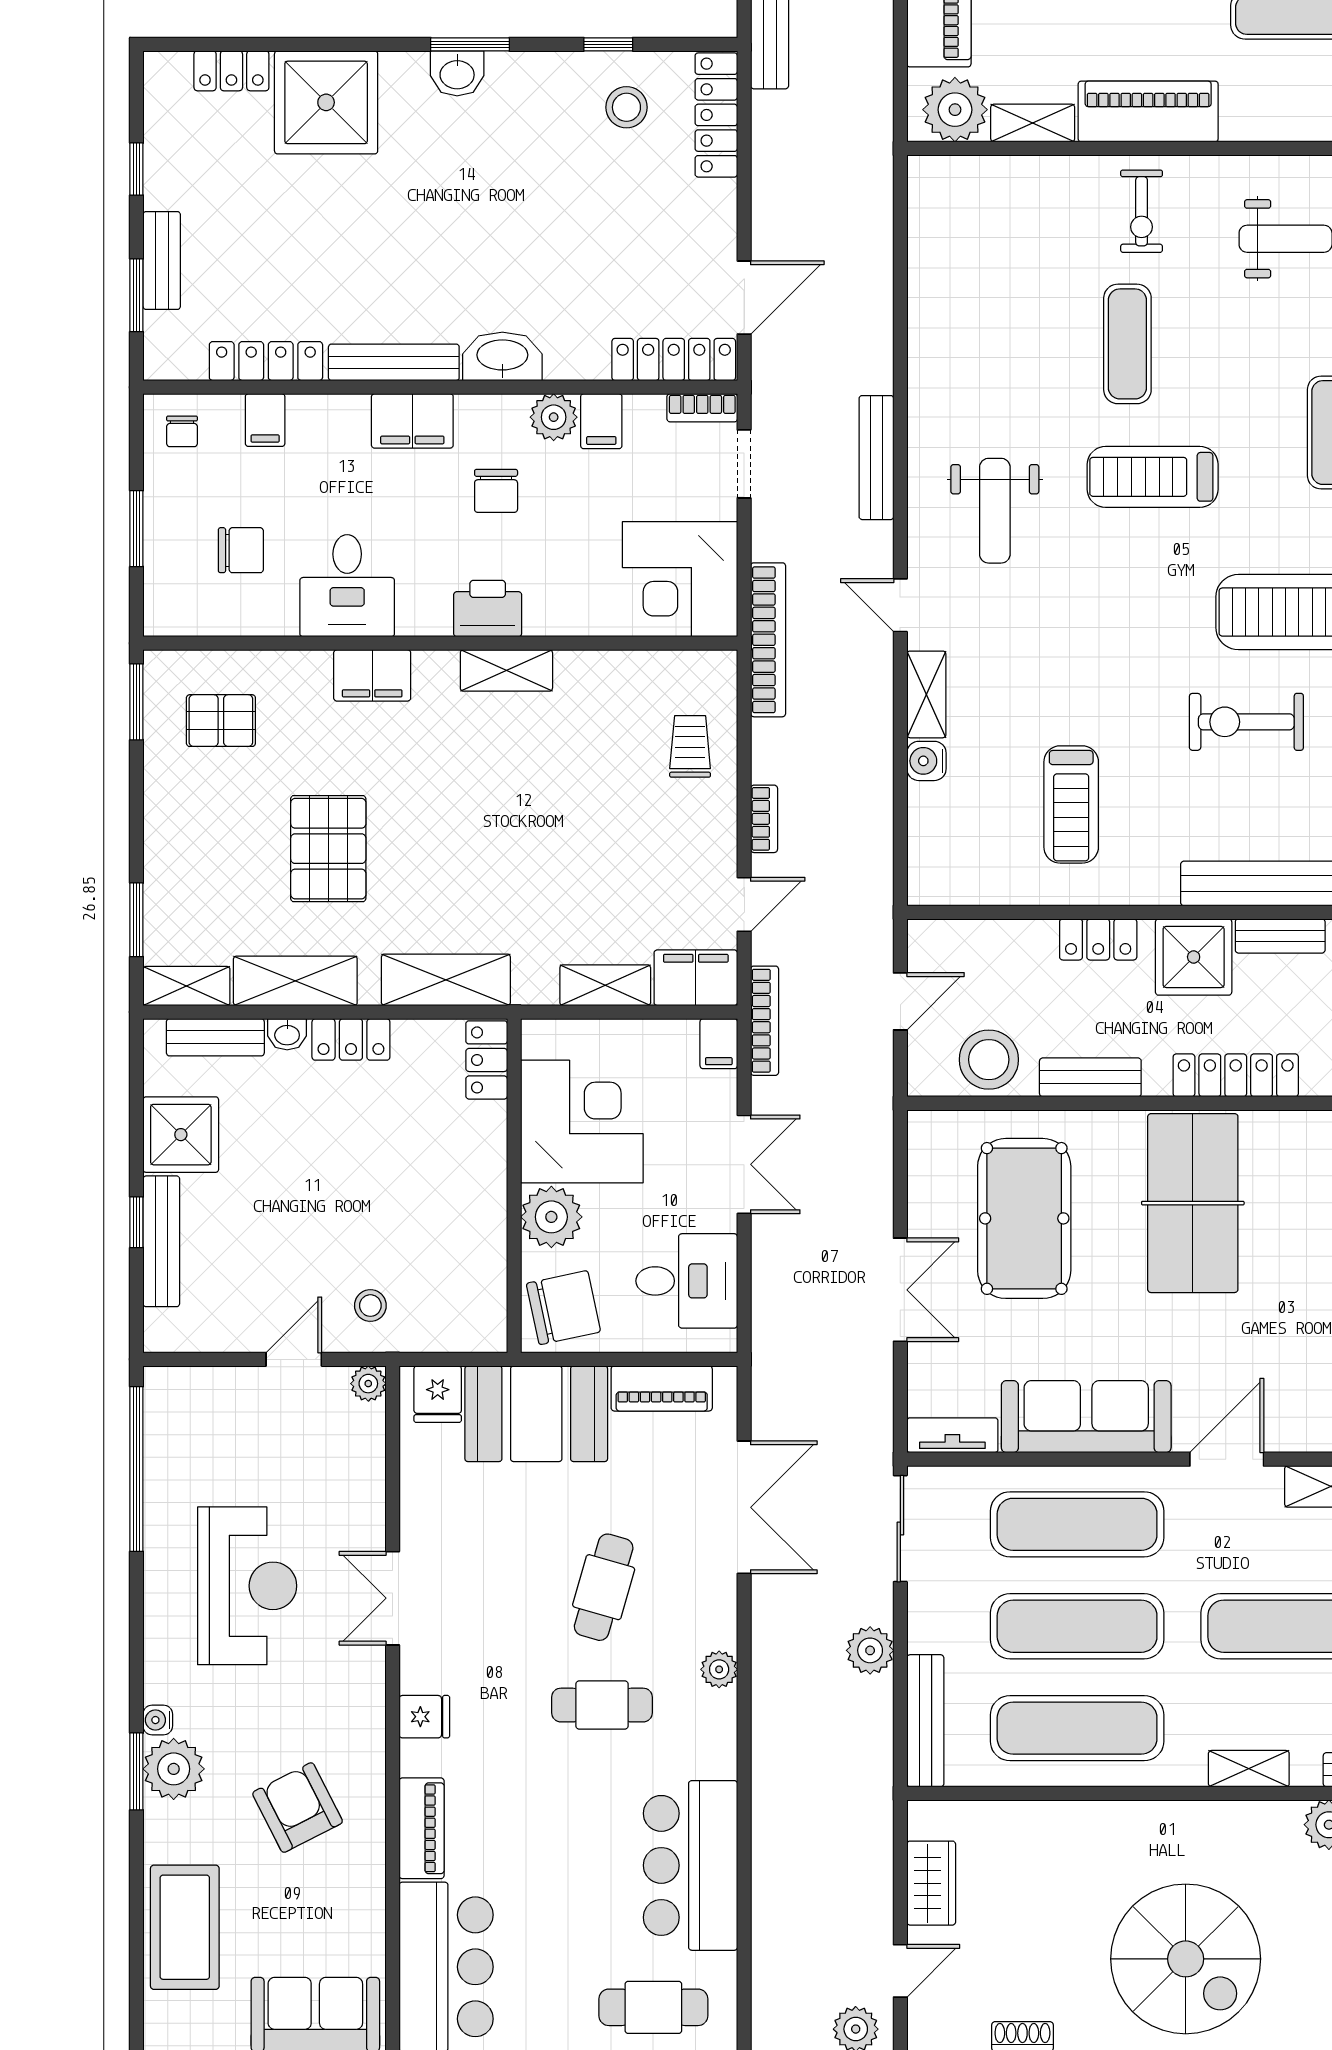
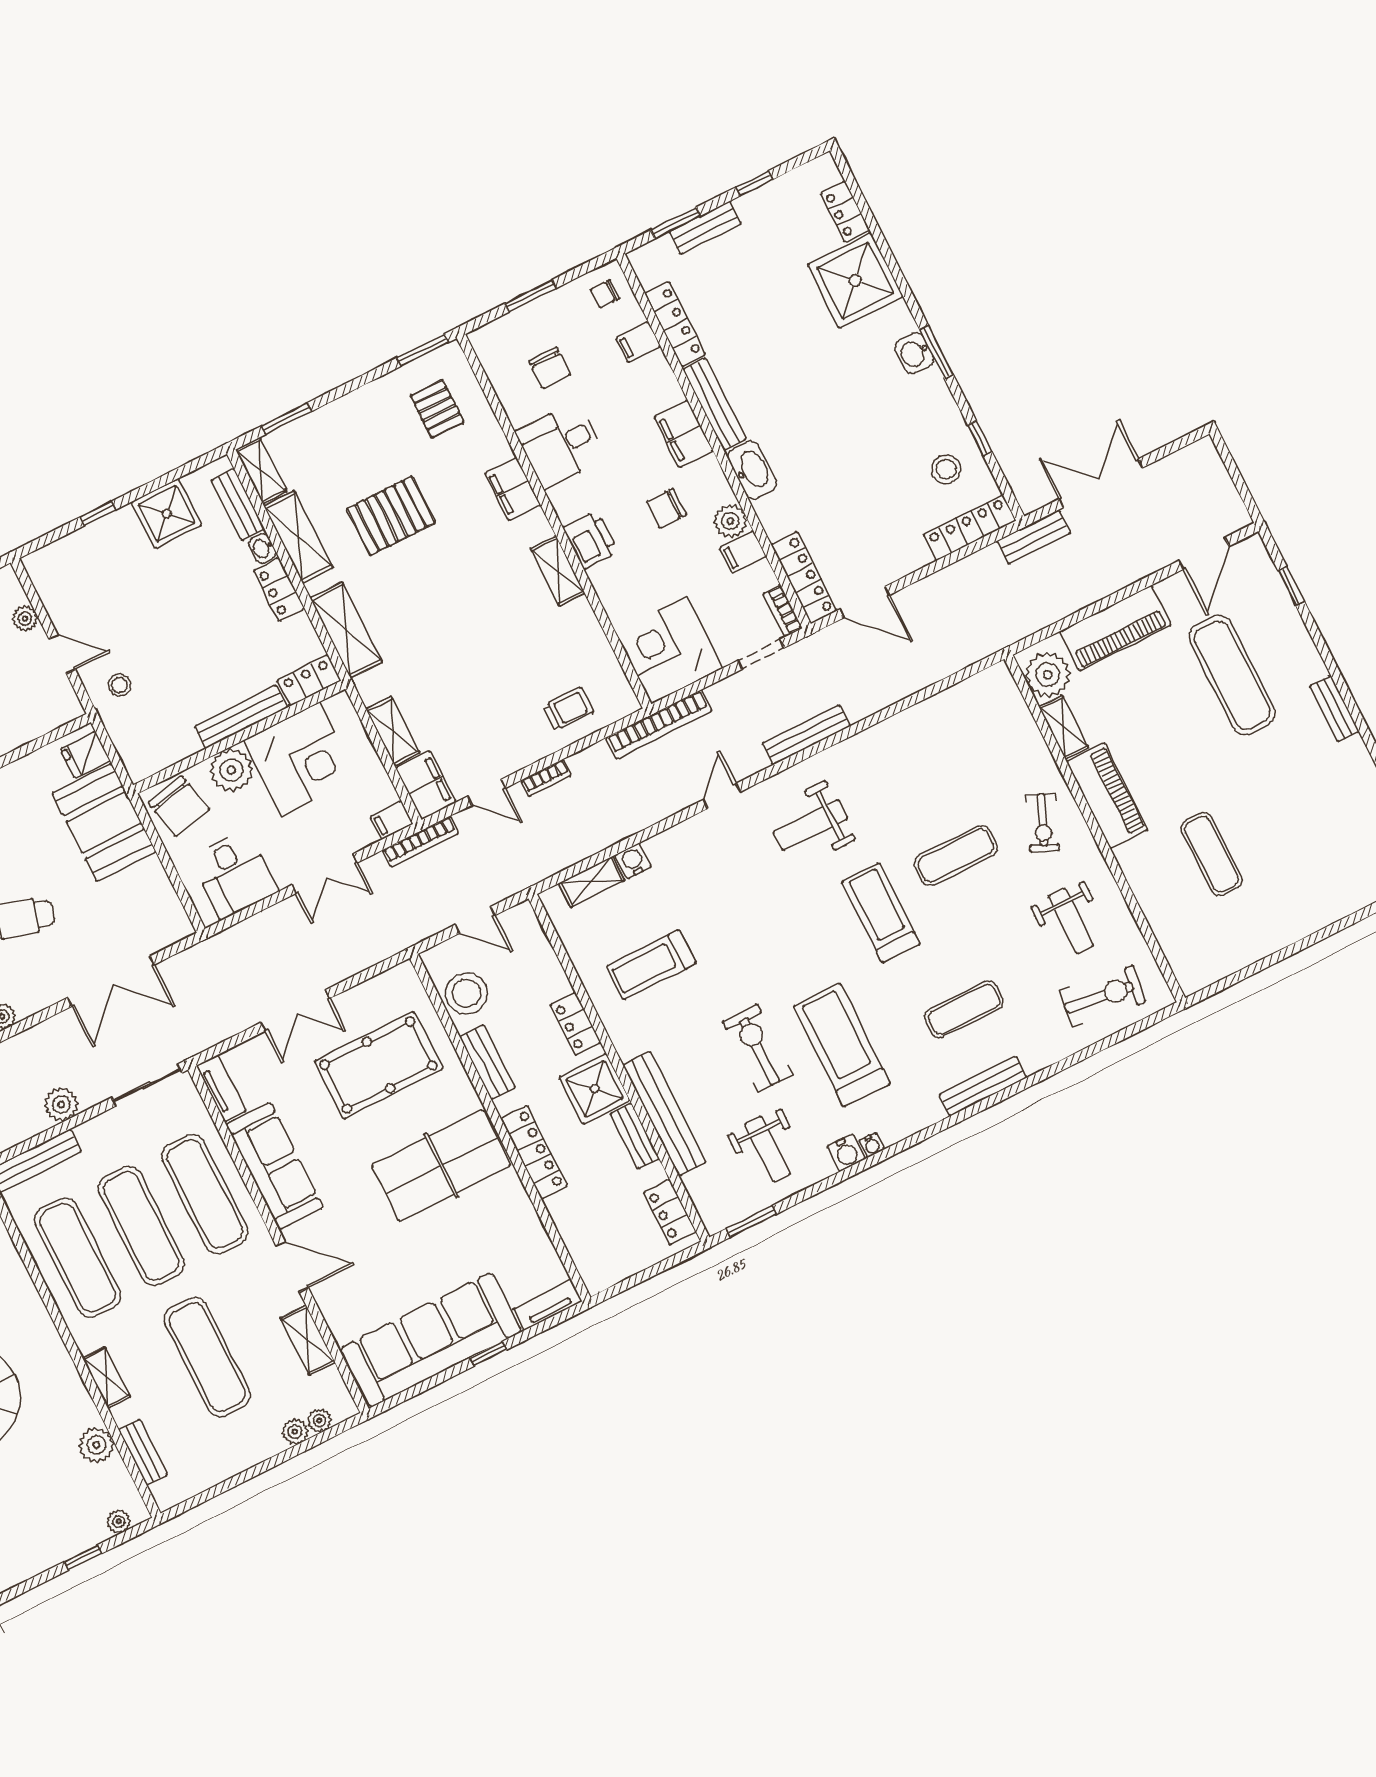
exercise bike: (1142, 211) -> (1043, 823), turned -67
shelving: (926, 694) -> (592, 882), moved
bench: (161, 1241) -> (241, 717), moved
plant: (368, 1384) -> (25, 618), moved
piano: (662, 1388) -> (159, 893), removed

